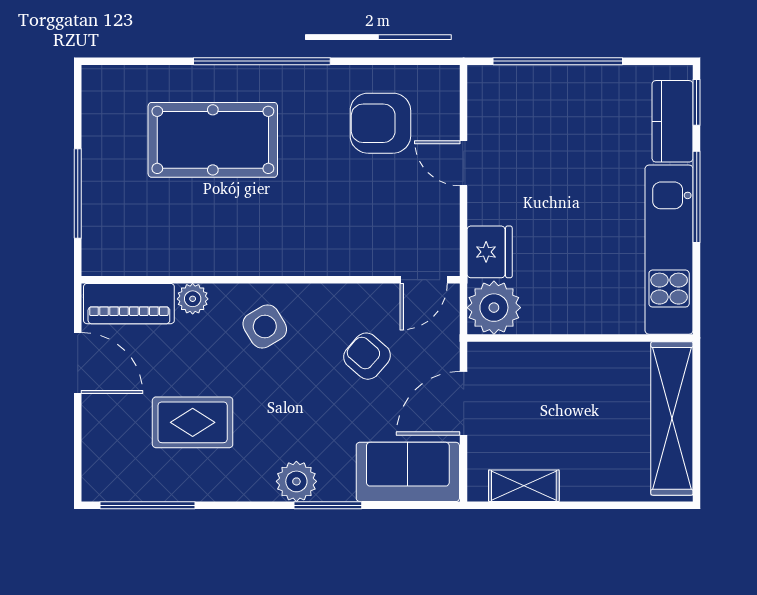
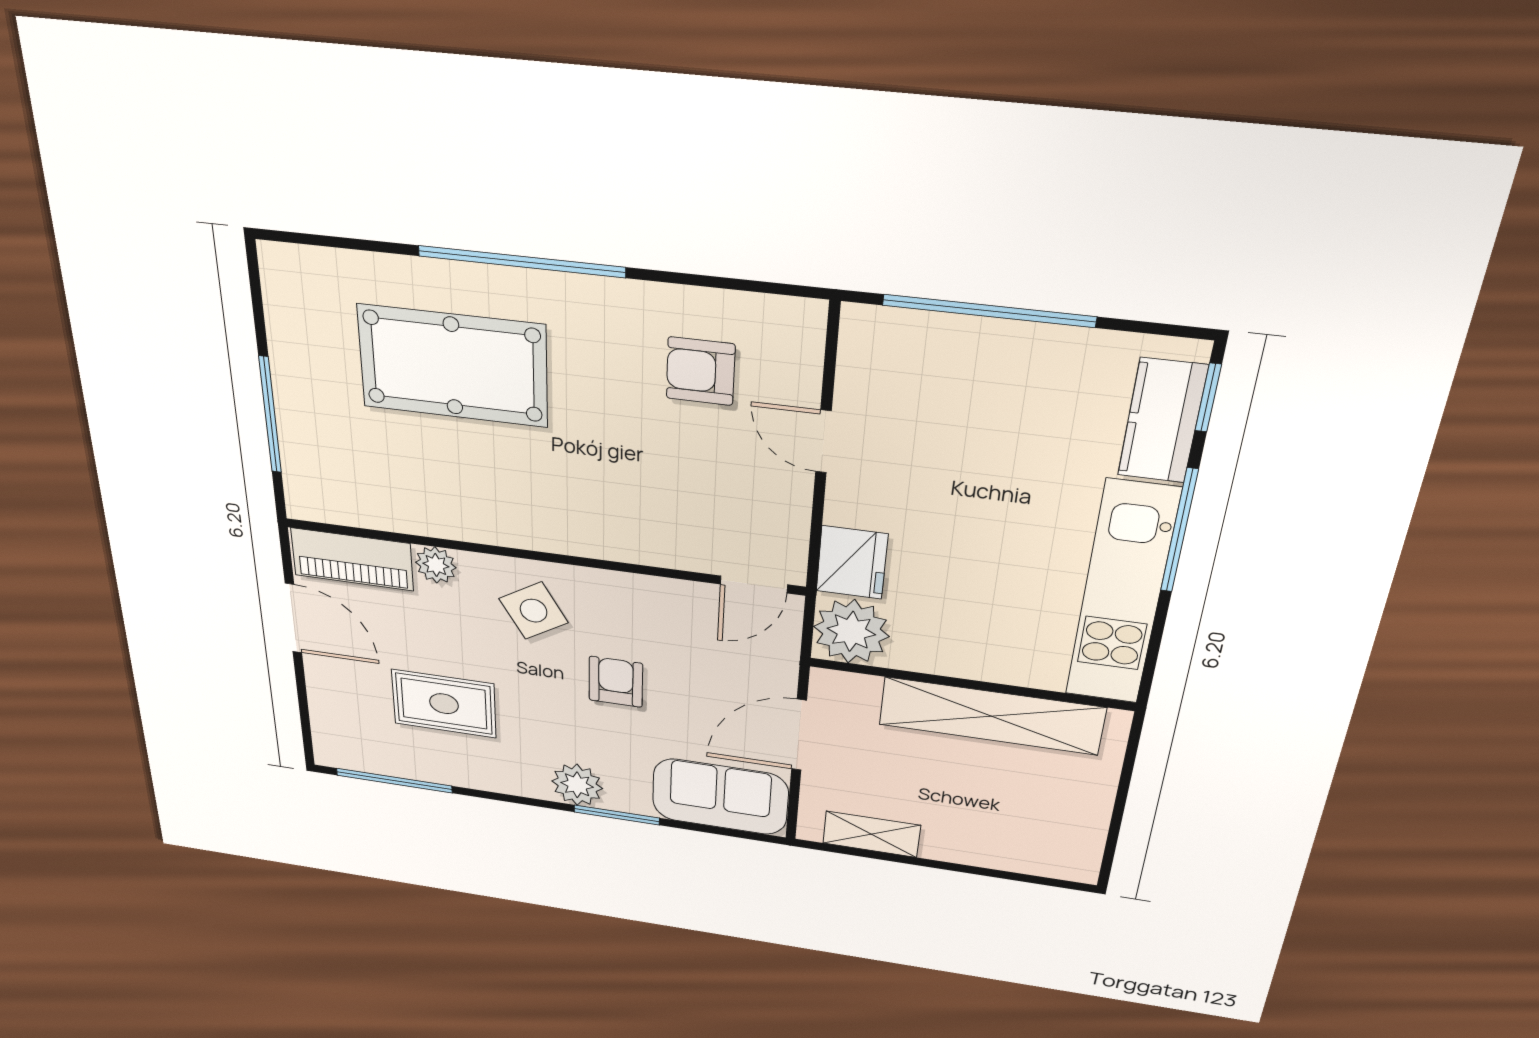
armchair: (380, 123) -> (701, 371), width x0.72, depth x0.72
armchair: (367, 356) -> (616, 682), moved, turned 49
shelving: (672, 418) -> (991, 716), moved, turned 90

